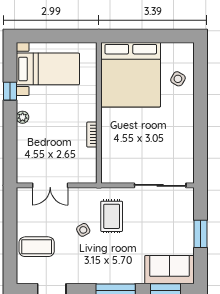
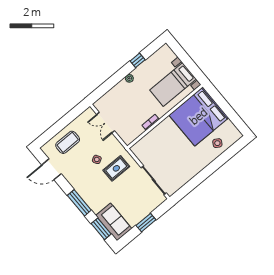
bed with nightstands: (48, 69) -> (173, 85), moved, turned 90
coffee table: (37, 247) -> (68, 142), turned 90

